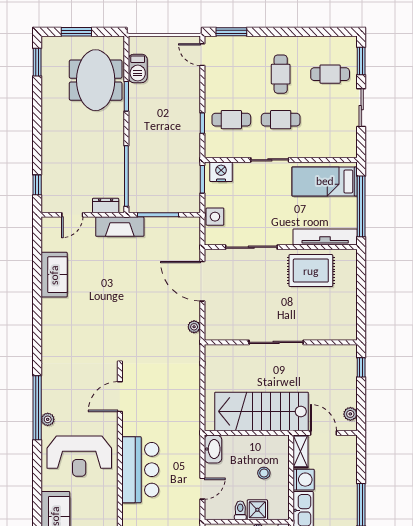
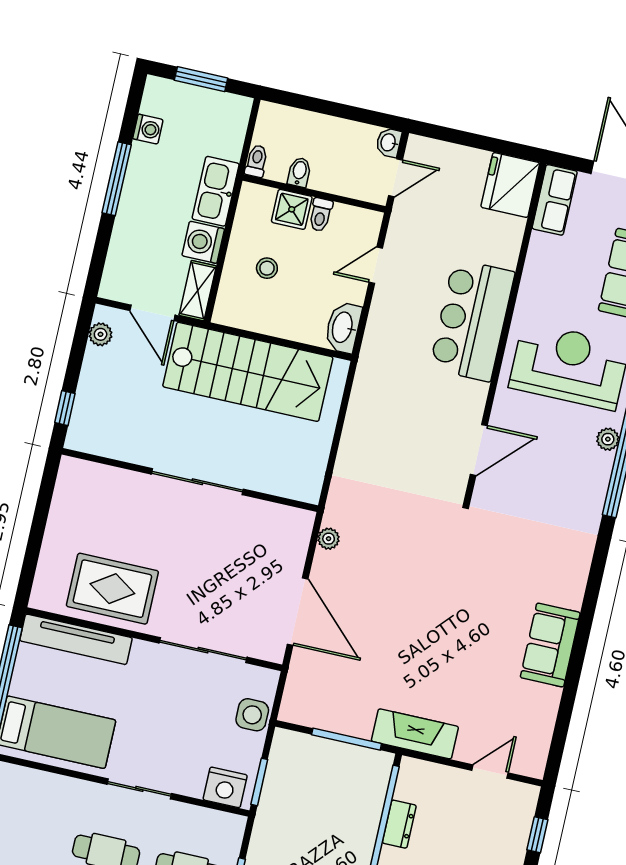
dresser: (106, 206) -> (399, 824), moved, turned -90
sofa: (54, 275) -> (550, 645), moved

